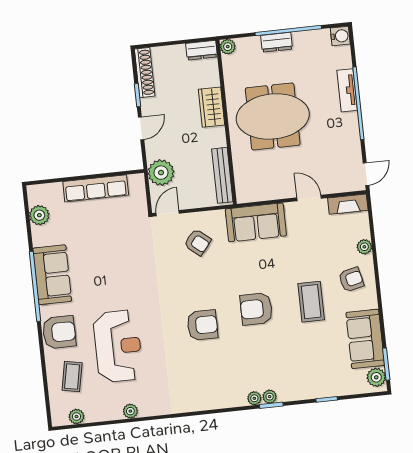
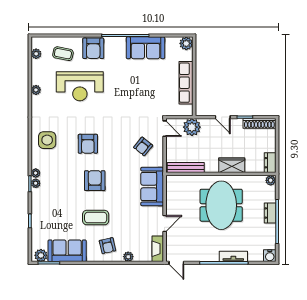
plant: (39, 215) -> (186, 43), moved
sofa: (52, 275) -> (146, 48), moved
side table: (203, 386) -> (47, 140), added

